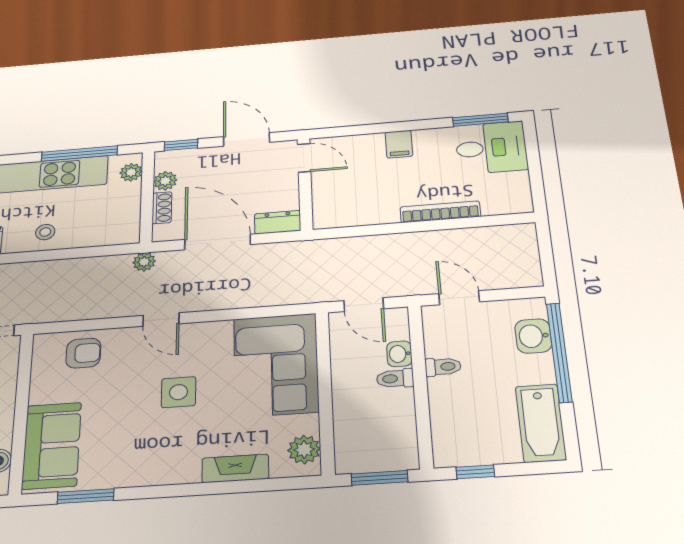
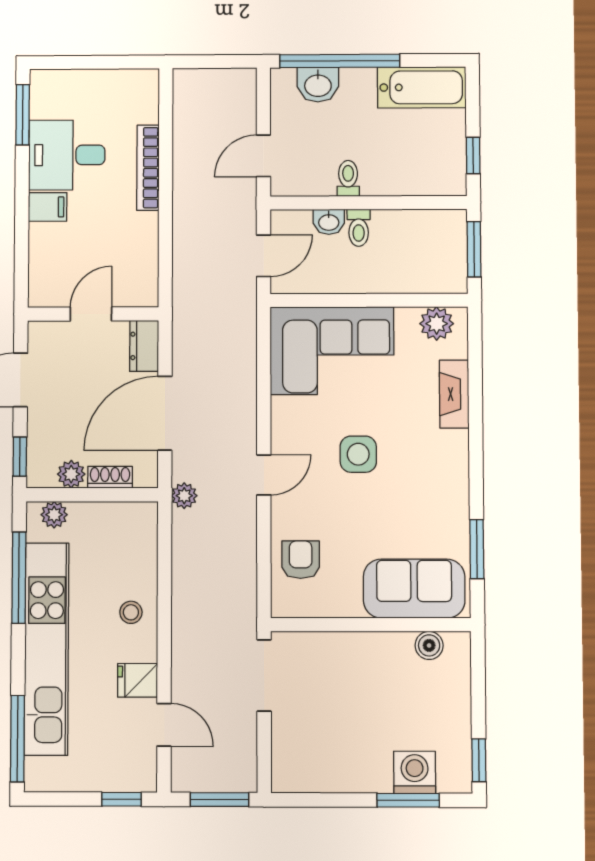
desk: (491, 148) -> (67, 155), moved, turned -90
door: (304, 158) -> (91, 314), moved

